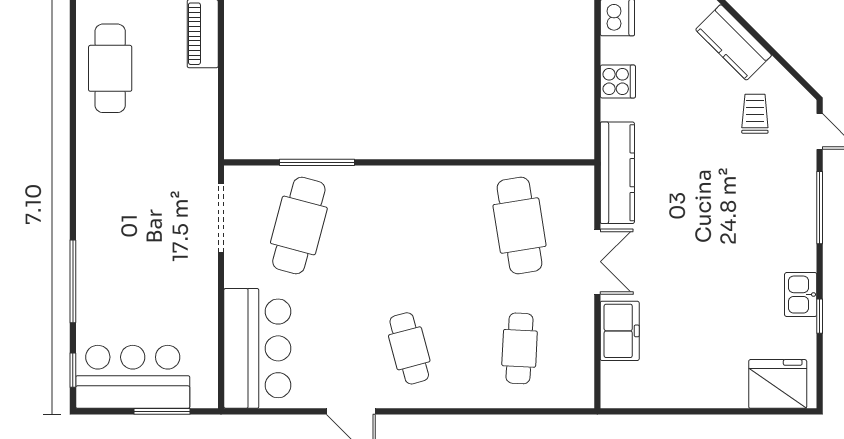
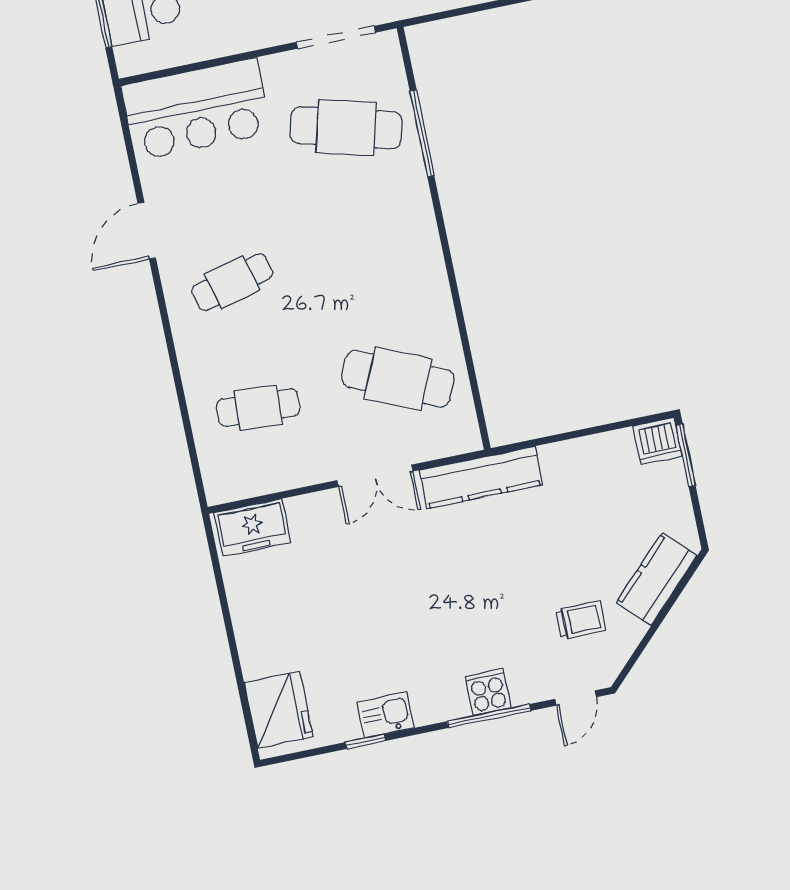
cooker: (618, 82) -> (488, 692), moved, turned 180
cafe table: (520, 225) -> (398, 379), turned 33
freezer: (620, 331) -> (252, 528), moved

